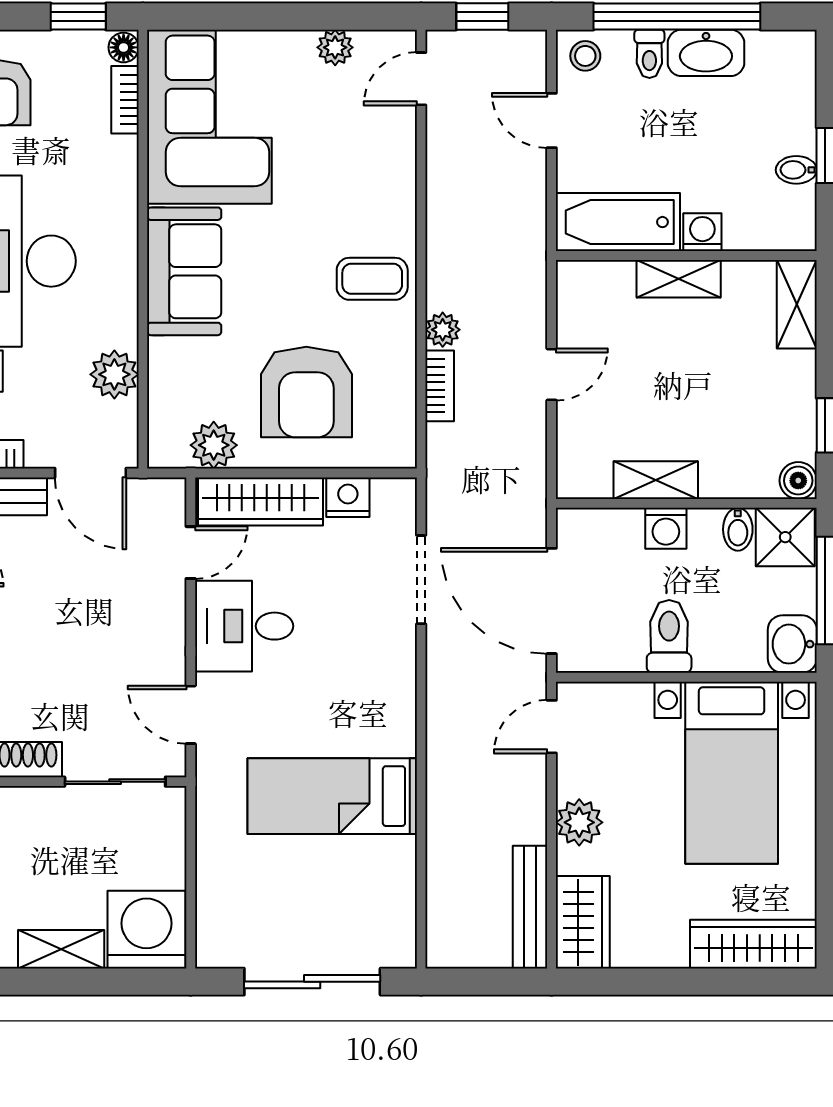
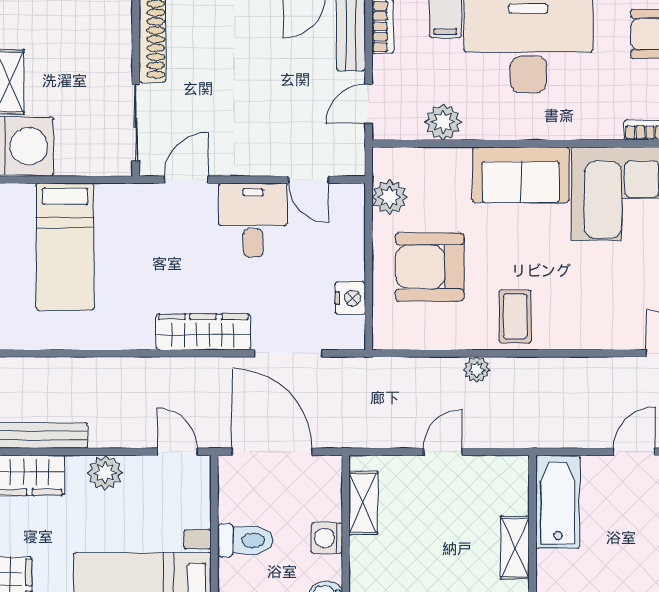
washing machine: (702, 232) -> (550, 566), removed
door: (552, 375) -> (443, 452), swing flipped
bookcase: (440, 386) -> (434, 367), removed
door: (91, 473) -> (369, 104), width x0.73
shelving: (656, 480) -> (363, 503), moved
wardrobe: (260, 501) -> (203, 332), moved, turned 90
door: (552, 601) -> (272, 452), hinge flipped
bed: (332, 796) -> (65, 247), moved, turned 180

